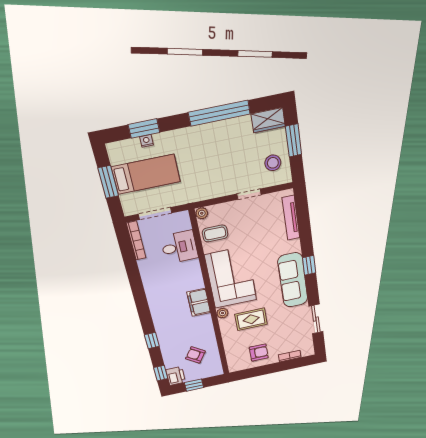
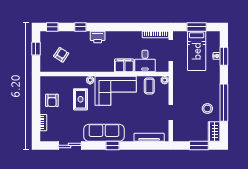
stool: (273, 163) -> (207, 108), moved
filing cabinet: (199, 302) -> (124, 65), moved
printer: (176, 376) -> (98, 37), moved

